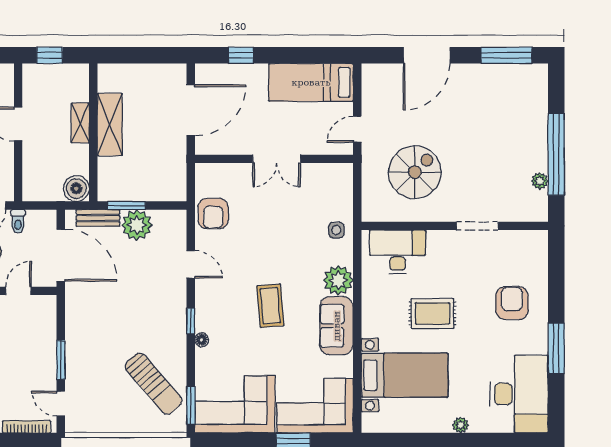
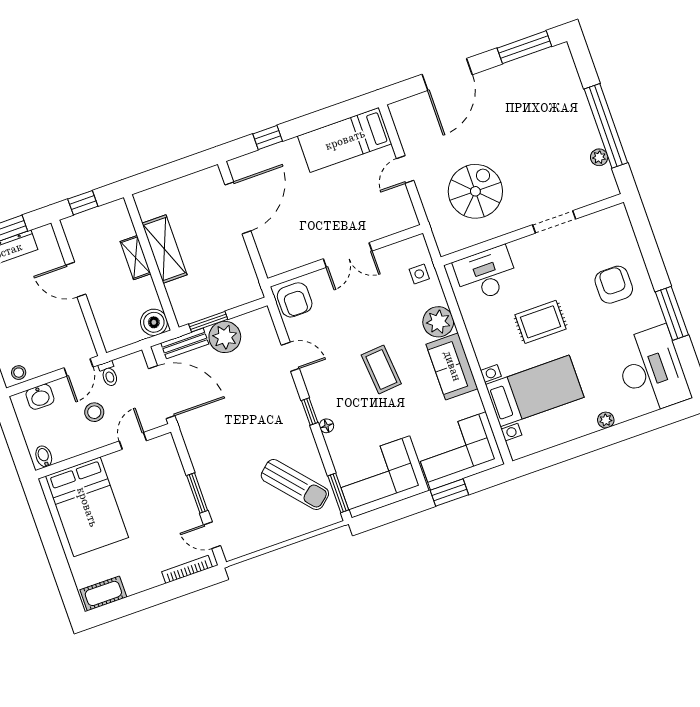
wall: (274, 159) -> (345, 256), moved
double door: (277, 159) -> (348, 255), moved

